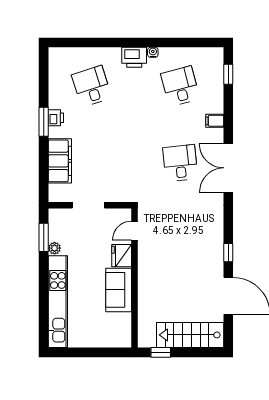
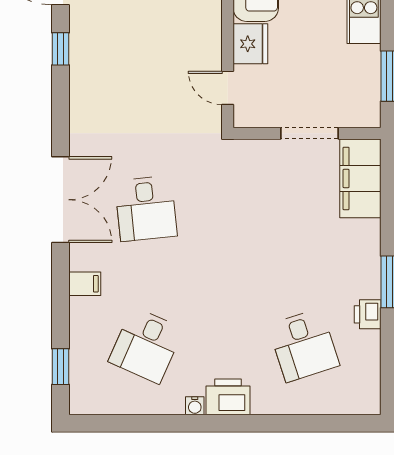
desk: (180, 86) -> (146, 345), turned 39
printer: (56, 118) -> (368, 314), moved
filing cabinet: (60, 161) -> (360, 178), moved
door: (134, 231) -> (228, 88), swing flipped
plant: (55, 248) -> (370, 57), removed

